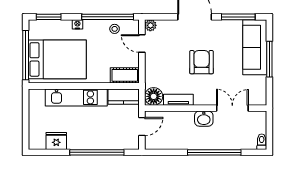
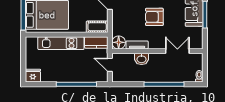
armchair: (202, 62) -> (154, 17), turned -90
washbasin: (204, 119) -> (142, 59), moved
door: (142, 127) -> (110, 65), swing flipped
fridge: (56, 141) -> (33, 76), moved

